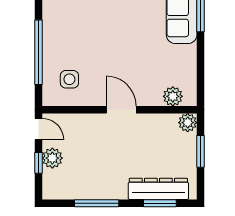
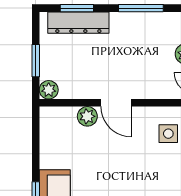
plant: (173, 96) -> (87, 116), moved

